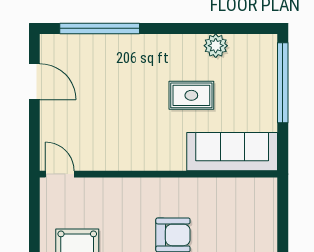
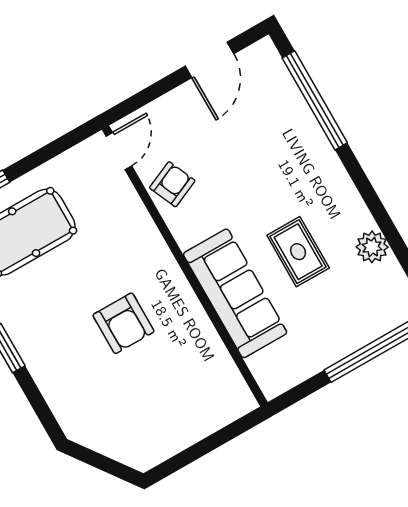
armchair: (101, 152) -> (172, 184), added
sofa: (232, 152) -> (235, 293), moved

